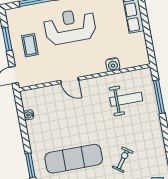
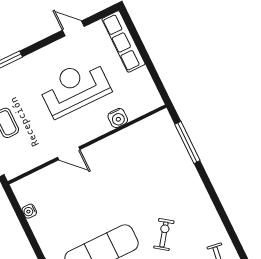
reception desk: (70, 27) -> (75, 88), moved
weight bench: (126, 99) -> (147, 157), removed

